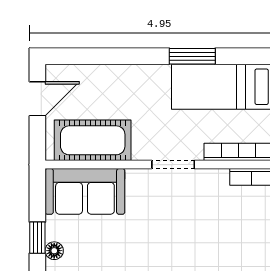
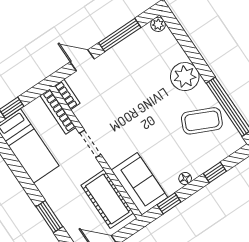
window: (192, 56) -> (49, 217), moved
window: (37, 238) -> (169, 203), moved

